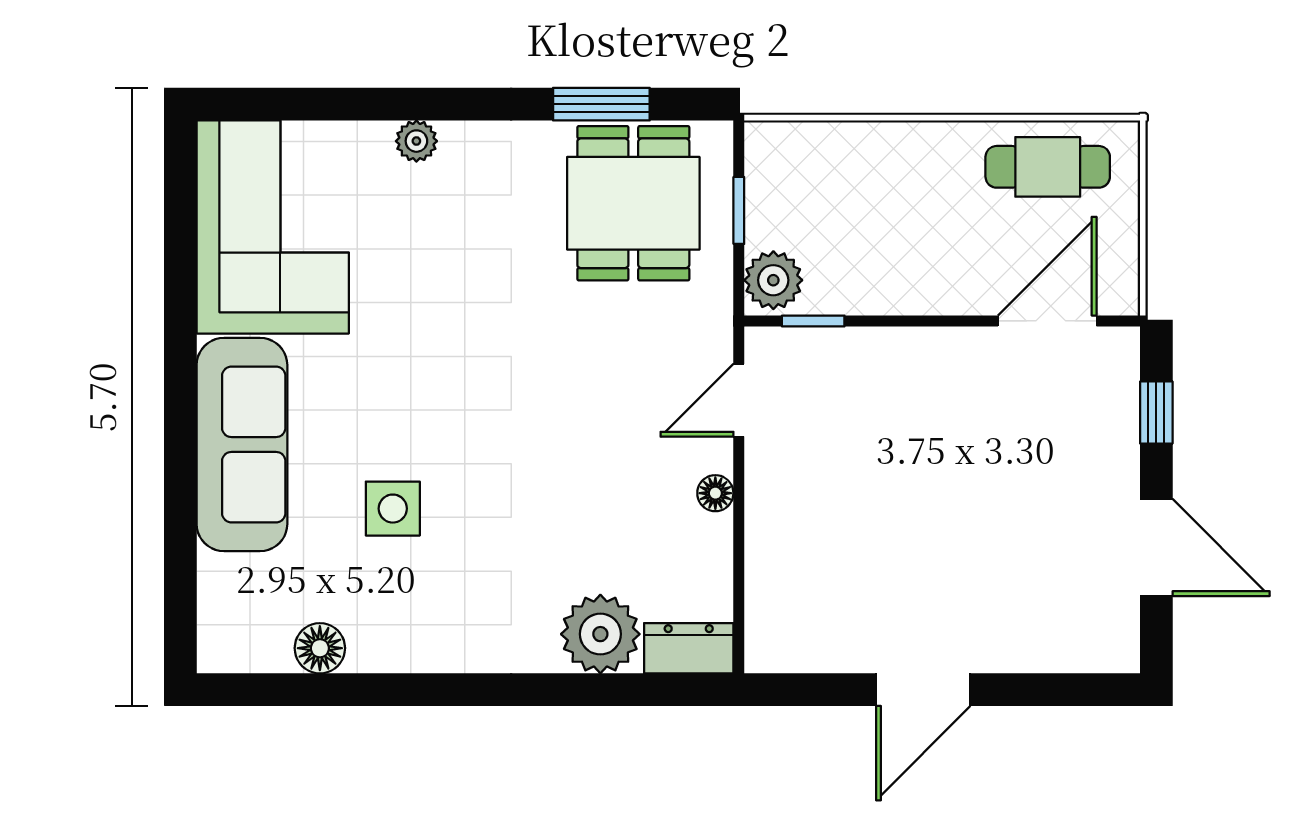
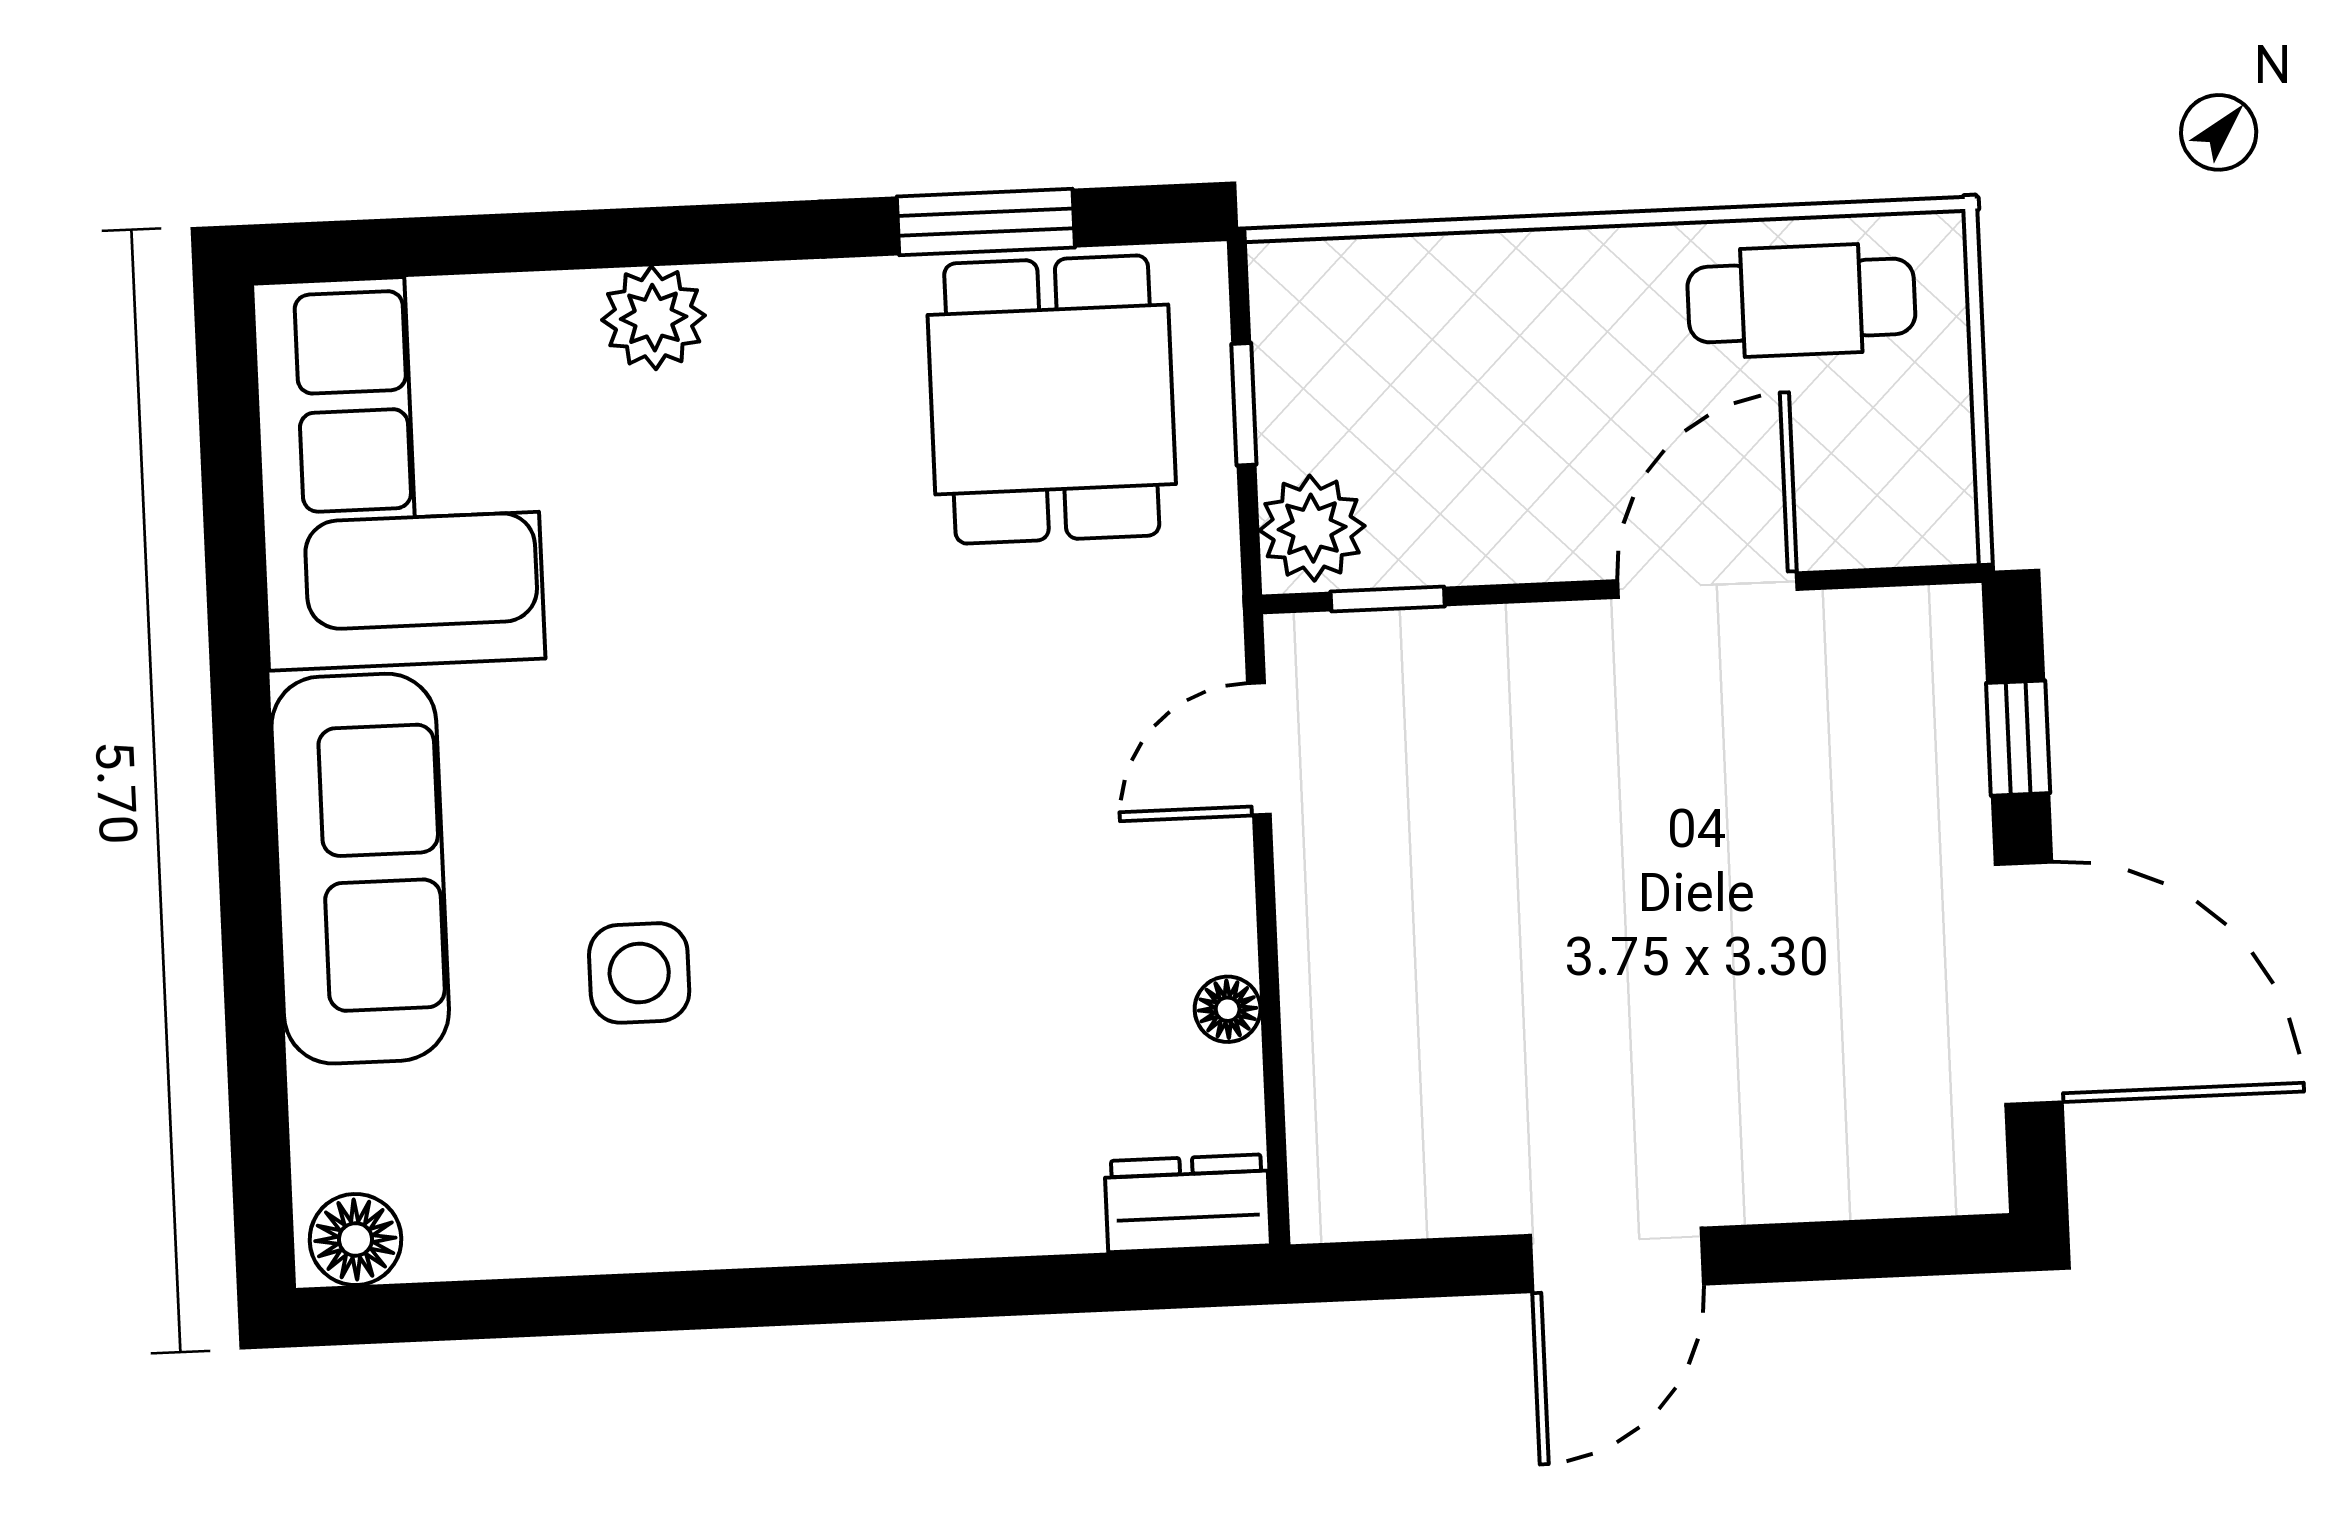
plant: (416, 141) -> (654, 318), width x1.38, depth x1.38
door: (1047, 321) -> (1707, 585), moved
floor lamp: (715, 493) -> (1228, 1009), moved
door: (1156, 547) -> (2029, 983), width x1.36
plant: (600, 634) -> (1026, 1184), removed
floor lamp: (320, 648) -> (355, 1239), moved

